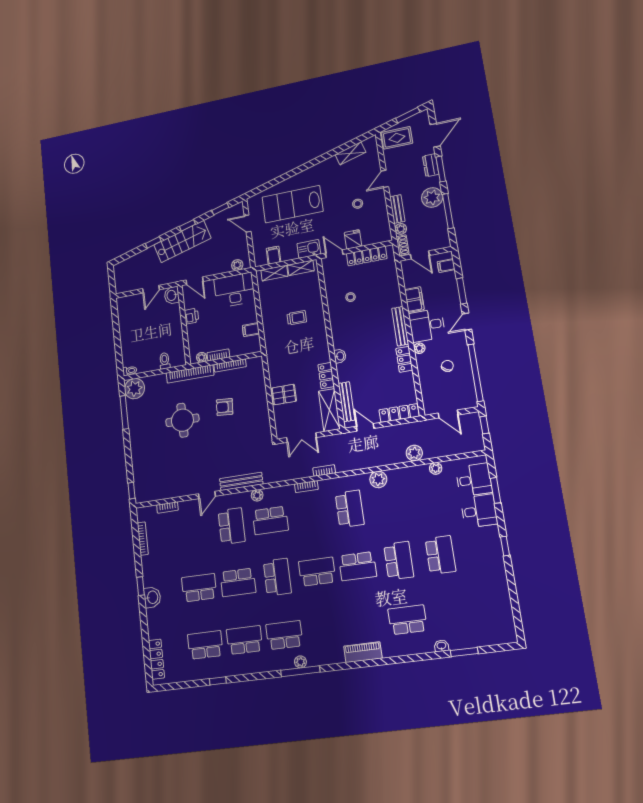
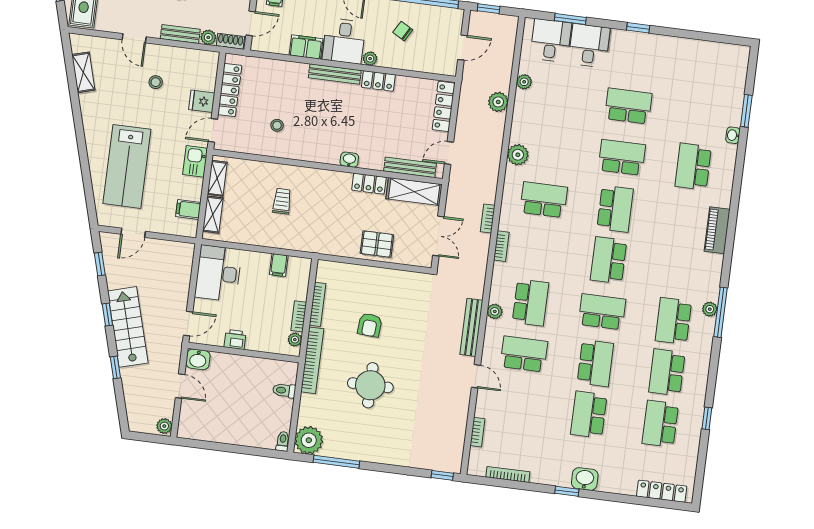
plant: (237, 265) -> (164, 426), moved
pallet: (284, 395) -> (377, 244), turned 90

